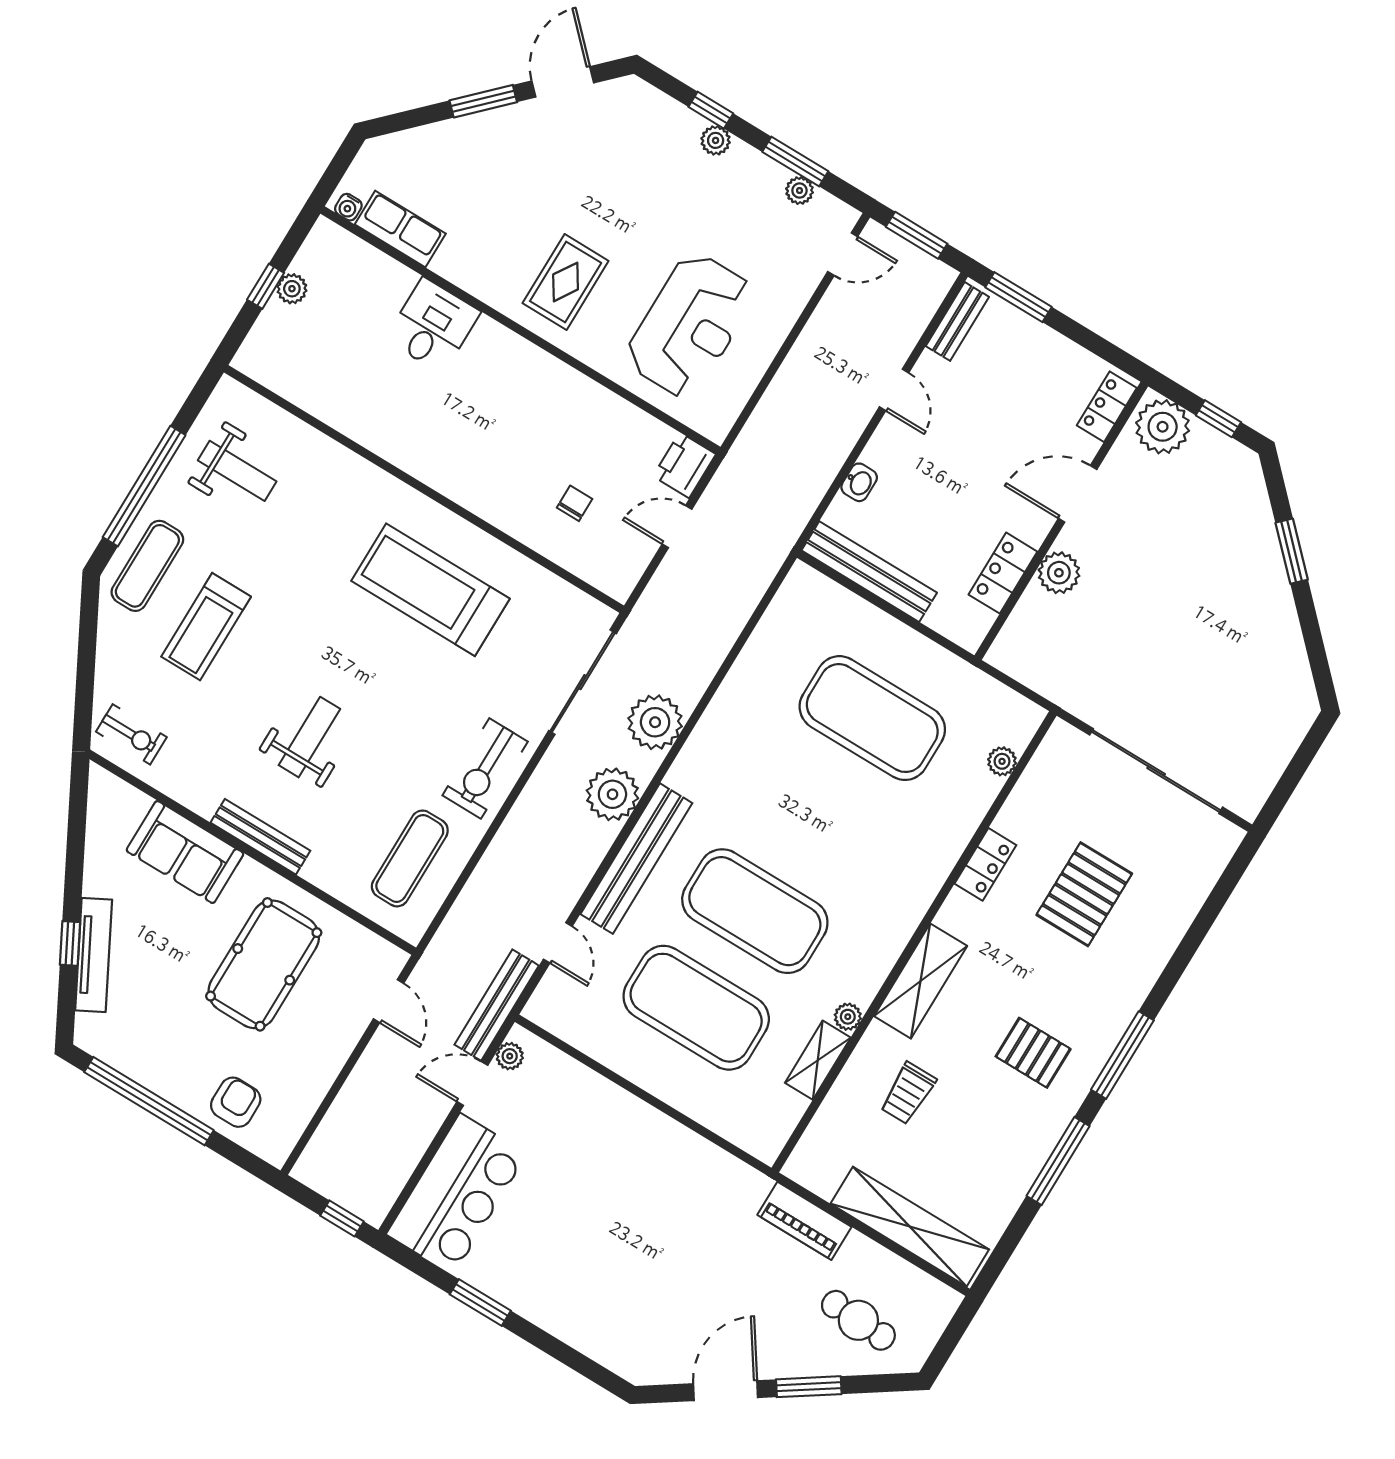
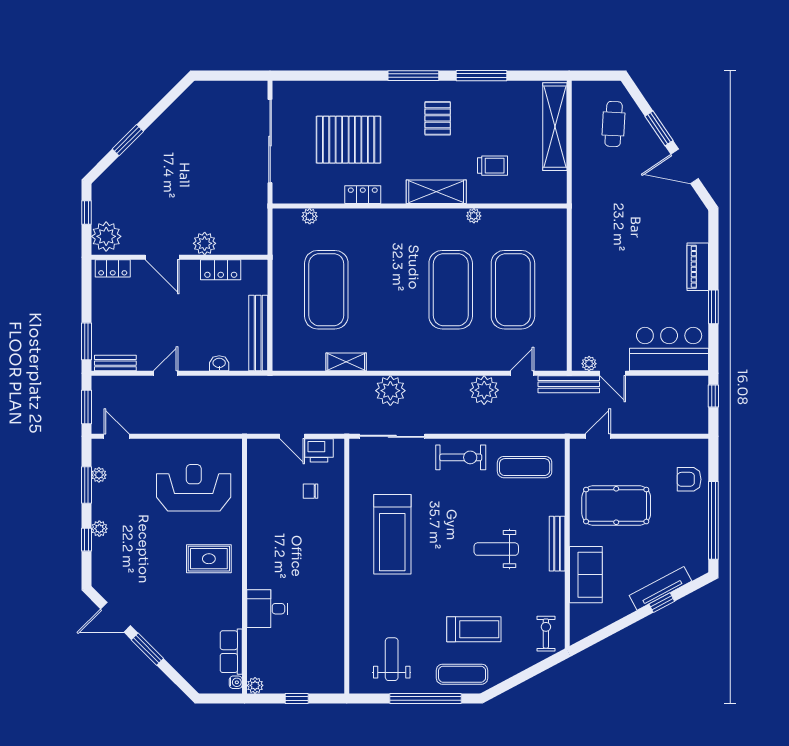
plant: (292, 289) -> (255, 685), moved
printer: (684, 465) -> (319, 450), moved
plant: (612, 794) -> (484, 390), moved
bench: (636, 859) -> (460, 360), removed
pallet: (1084, 894) -> (349, 140), width x1.37, depth x1.41
shelving: (818, 1060) -> (346, 362), moved
piano: (804, 1221) -> (698, 267), moved, turned 180

